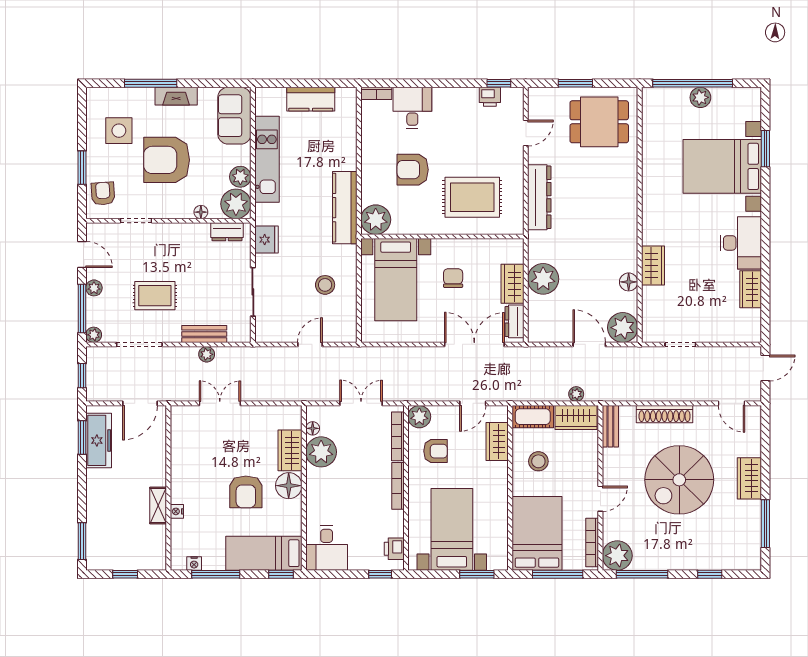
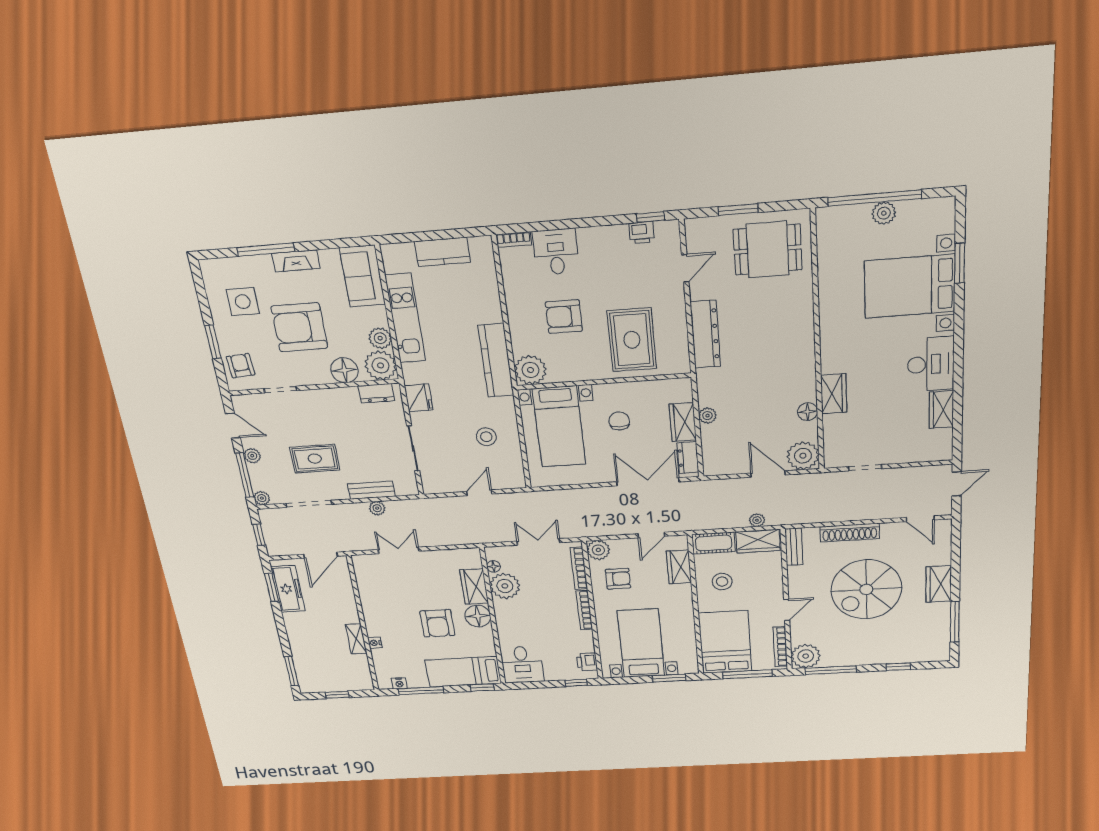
rug: (472, 197) -> (632, 340), turned 90
floor lamp: (201, 212) -> (344, 370), width x1.89, depth x1.89
plant: (543, 279) -> (708, 416), width x0.53, depth x0.53

